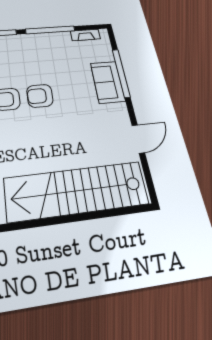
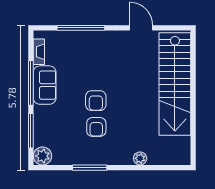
sofa: (108, 82) -> (45, 85), moved, turned -90

